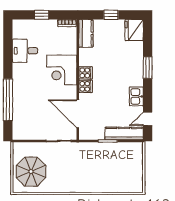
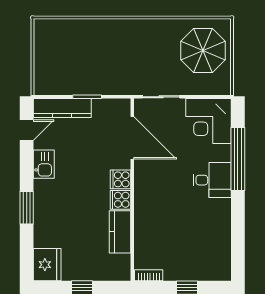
kitchen counter: (86, 33) -> (120, 232), moved
desk: (25, 51) -> (212, 180), moved
corner desk: (62, 70) -> (208, 121), moved, turned 180

